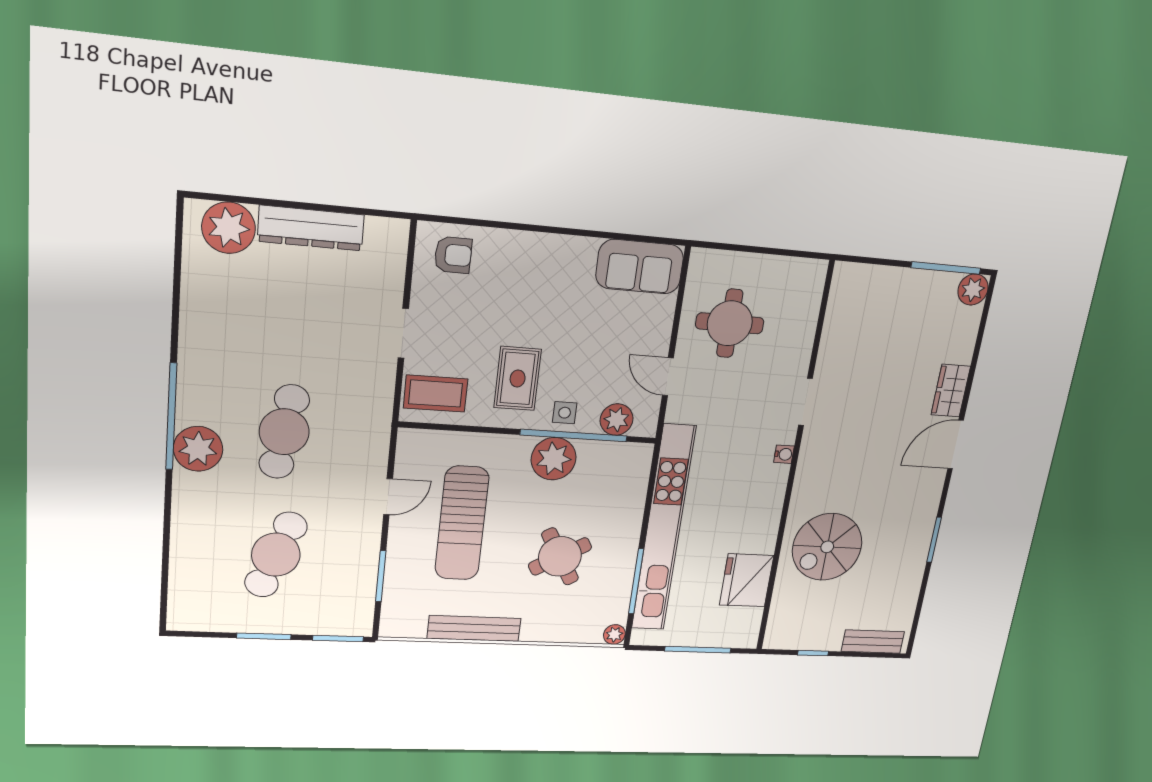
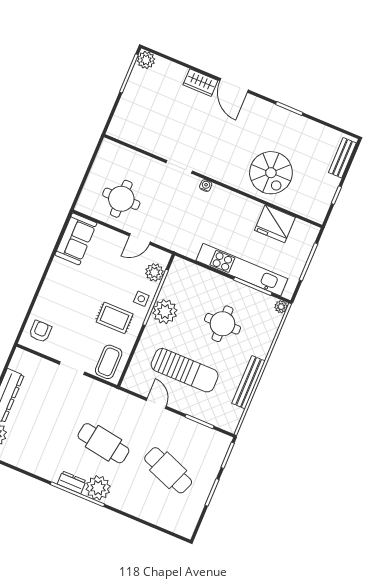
dresser: (190, 400) -> (72, 482), added
kitchen unit: (663, 529) -> (242, 270), width x0.73
round table: (560, 556) -> (222, 324), turned 30

